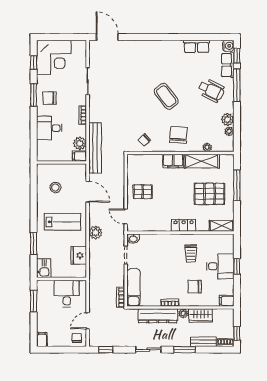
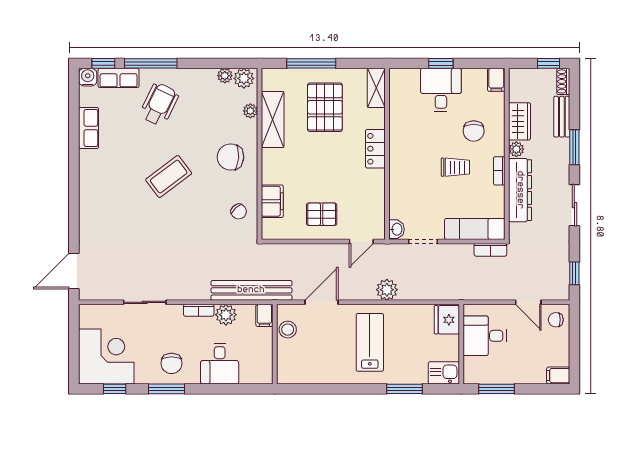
plant: (228, 119) -> (244, 78), moved
plant: (80, 143) -> (226, 315), moved
filing cabinet: (173, 161) -> (272, 201), moved
stool: (55, 187) -> (288, 330), moved
pallet: (143, 192) -> (322, 214), turned 90
trolley: (191, 254) -> (455, 167), moved
fridge: (79, 255) -> (447, 320), moved, turned 90

